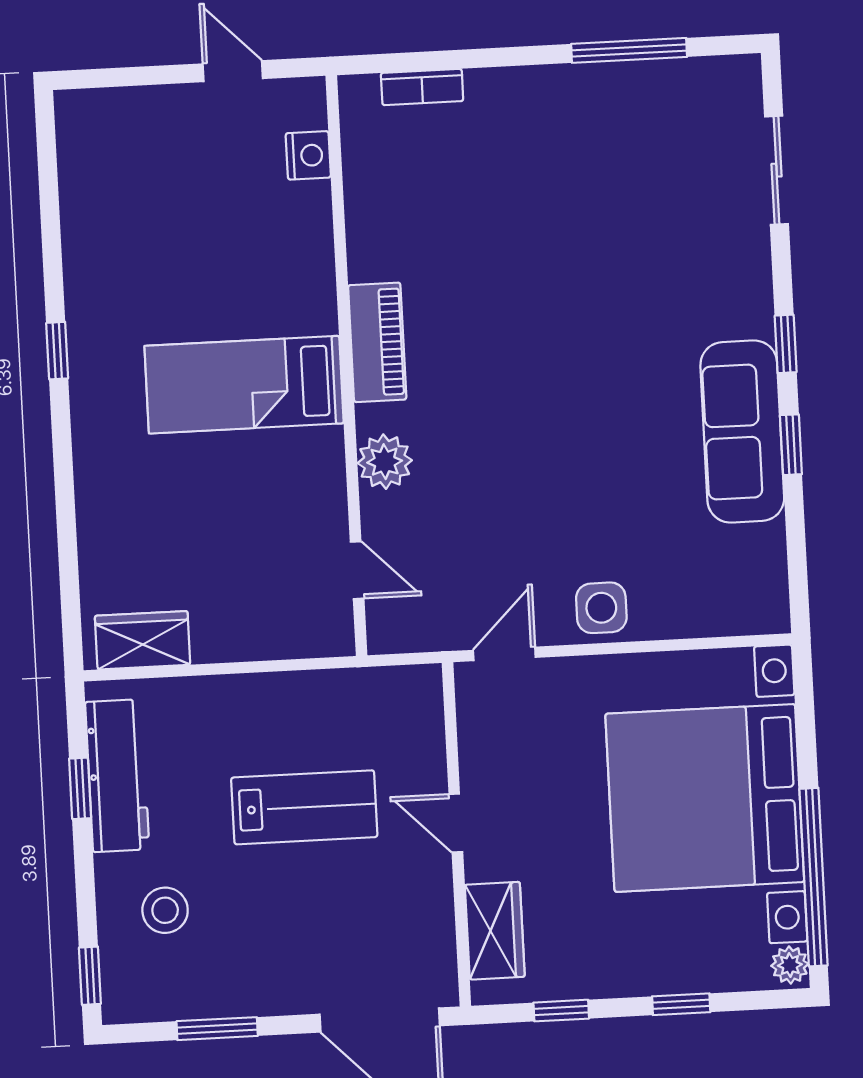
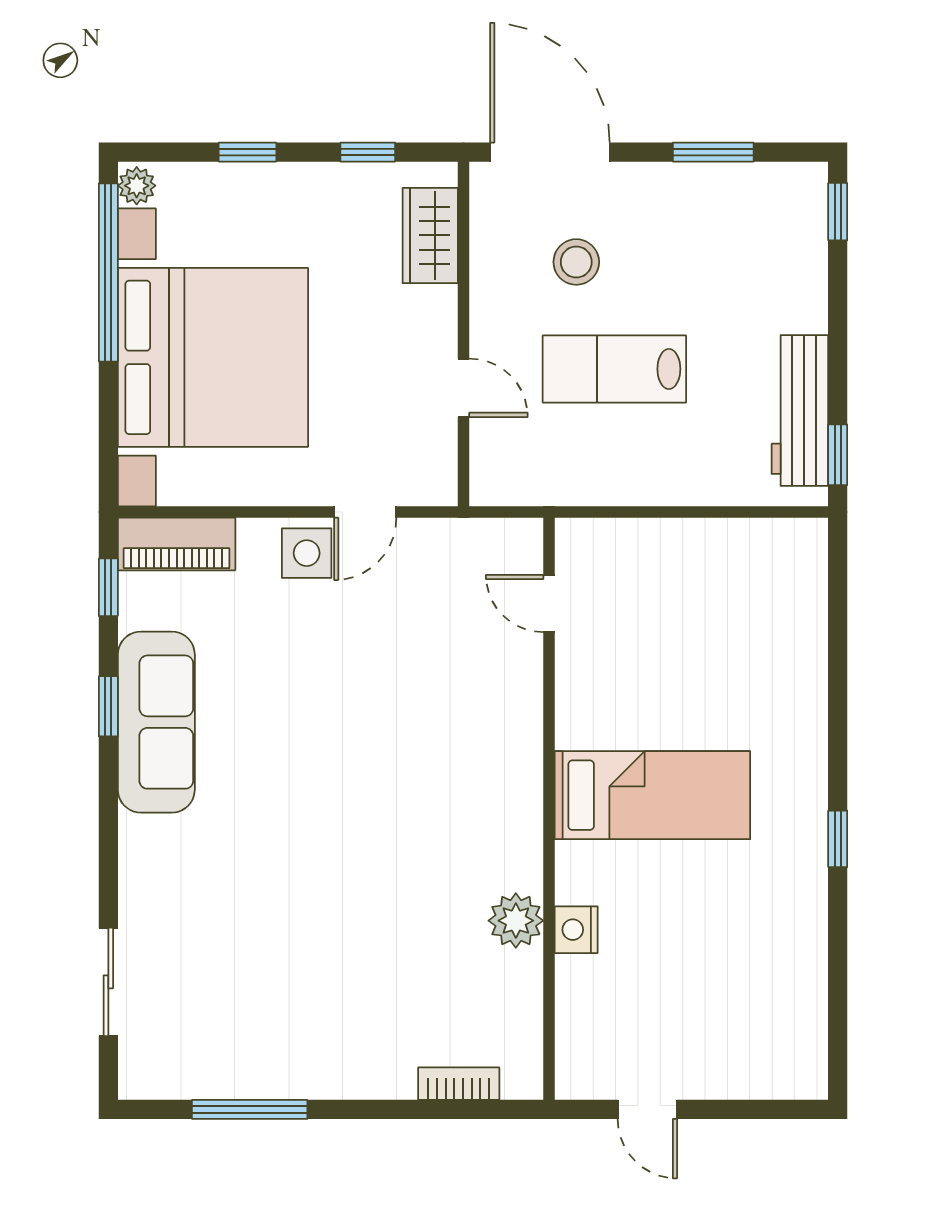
nightstand: (308, 155) -> (576, 930), moved
piano: (377, 342) -> (177, 544), moved, turned -90
window: (786, 344) -> (108, 587), moved
plant: (385, 462) -> (516, 921), moved
wardrobe: (143, 640) -> (767, 545), removed
door: (504, 654) -> (365, 512), moved
window: (80, 788) -> (838, 455), moved
door: (456, 823) -> (464, 388), moved
stool: (165, 910) -> (576, 262), moved

